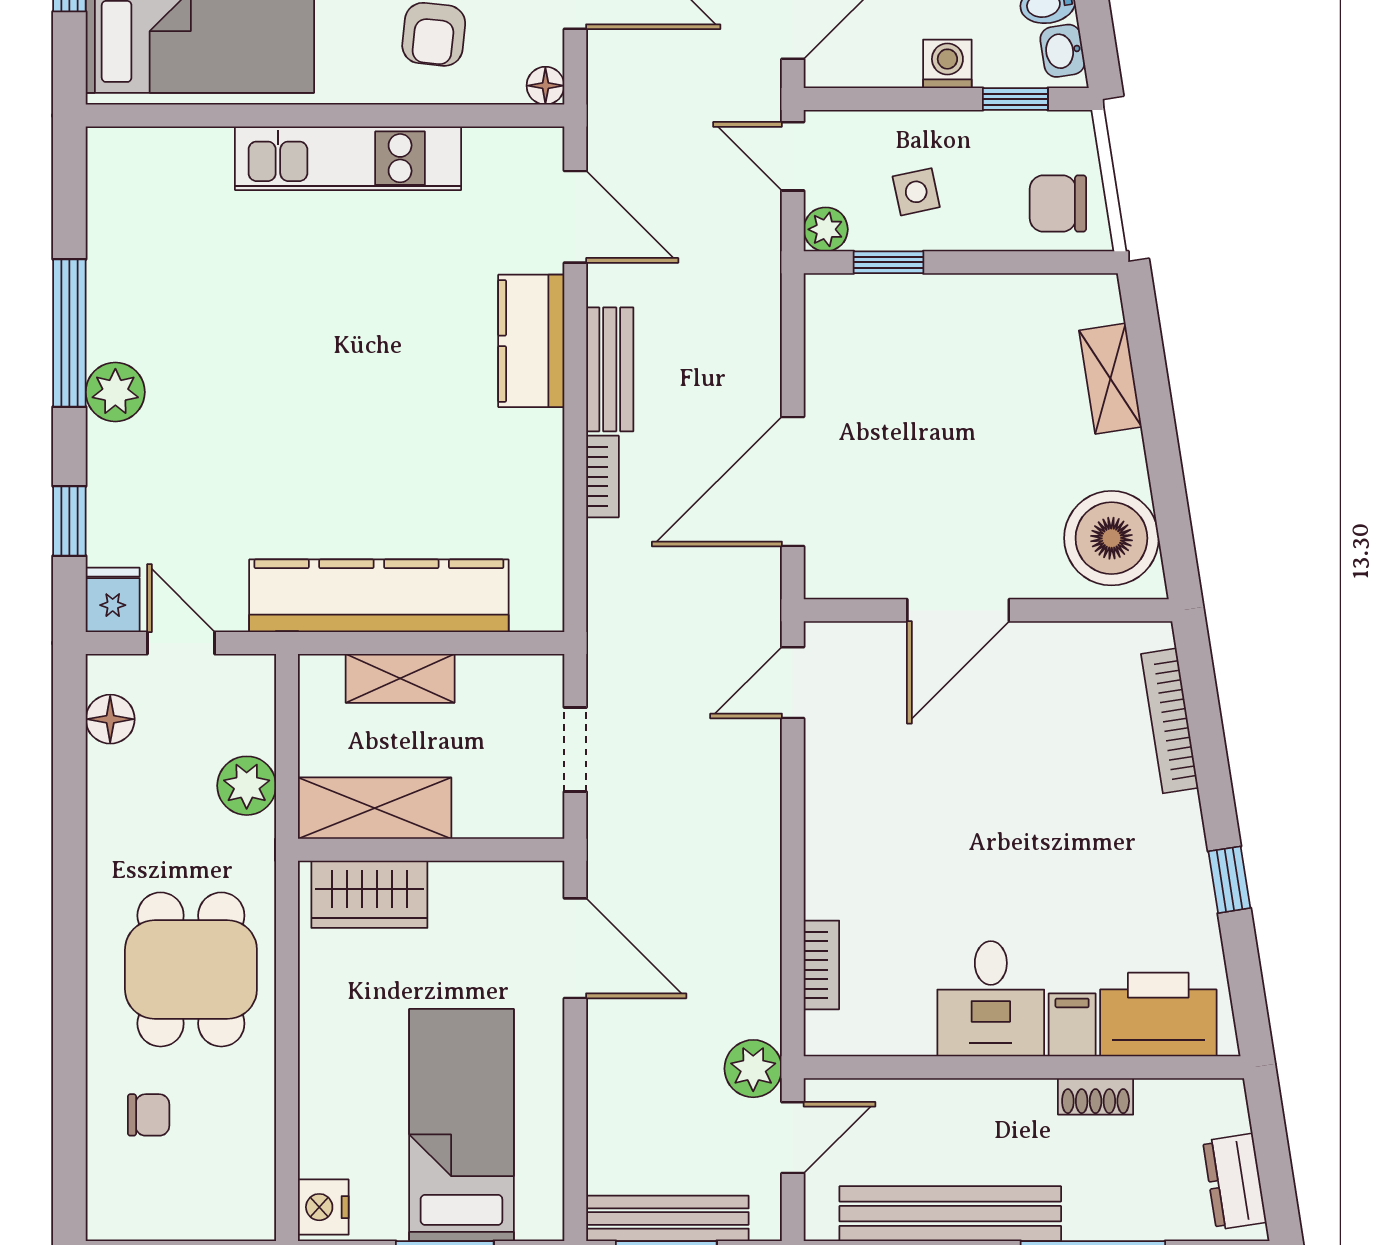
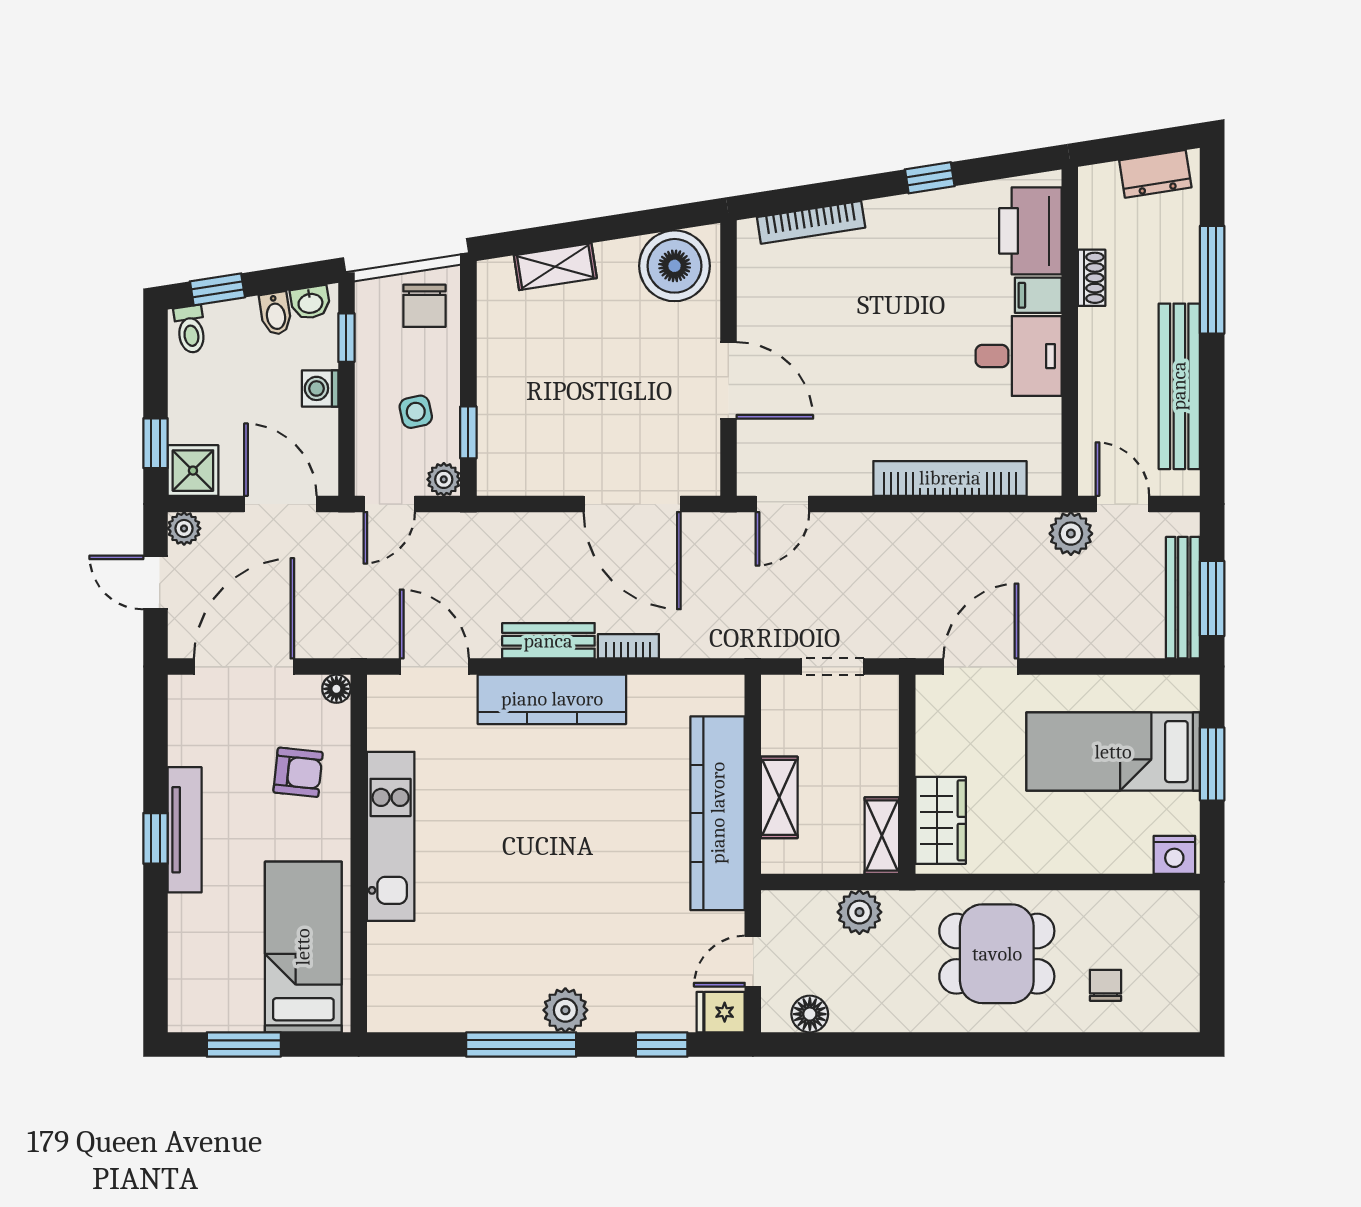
door: (575, 217) -> (434, 667), hinge flipped
kitchen counter: (531, 341) -> (552, 699), width x1.50
door: (793, 683) -> (782, 504), hinge flipped
shelving: (375, 808) -> (882, 836), width x0.67, depth x0.75
bookcase: (821, 965) -> (950, 478), width x2.31, depth x1.31

